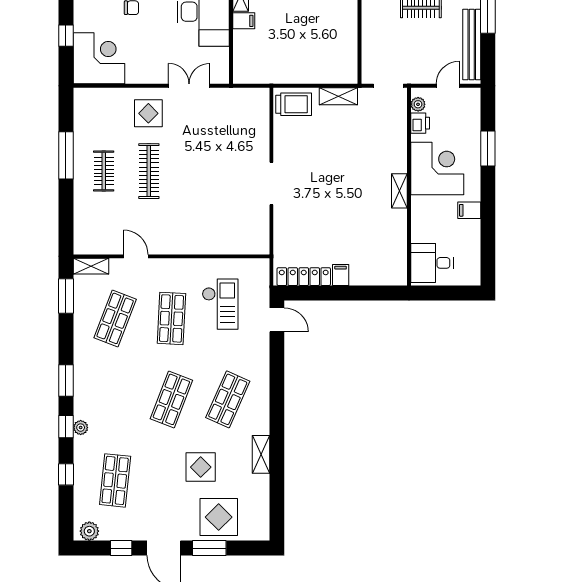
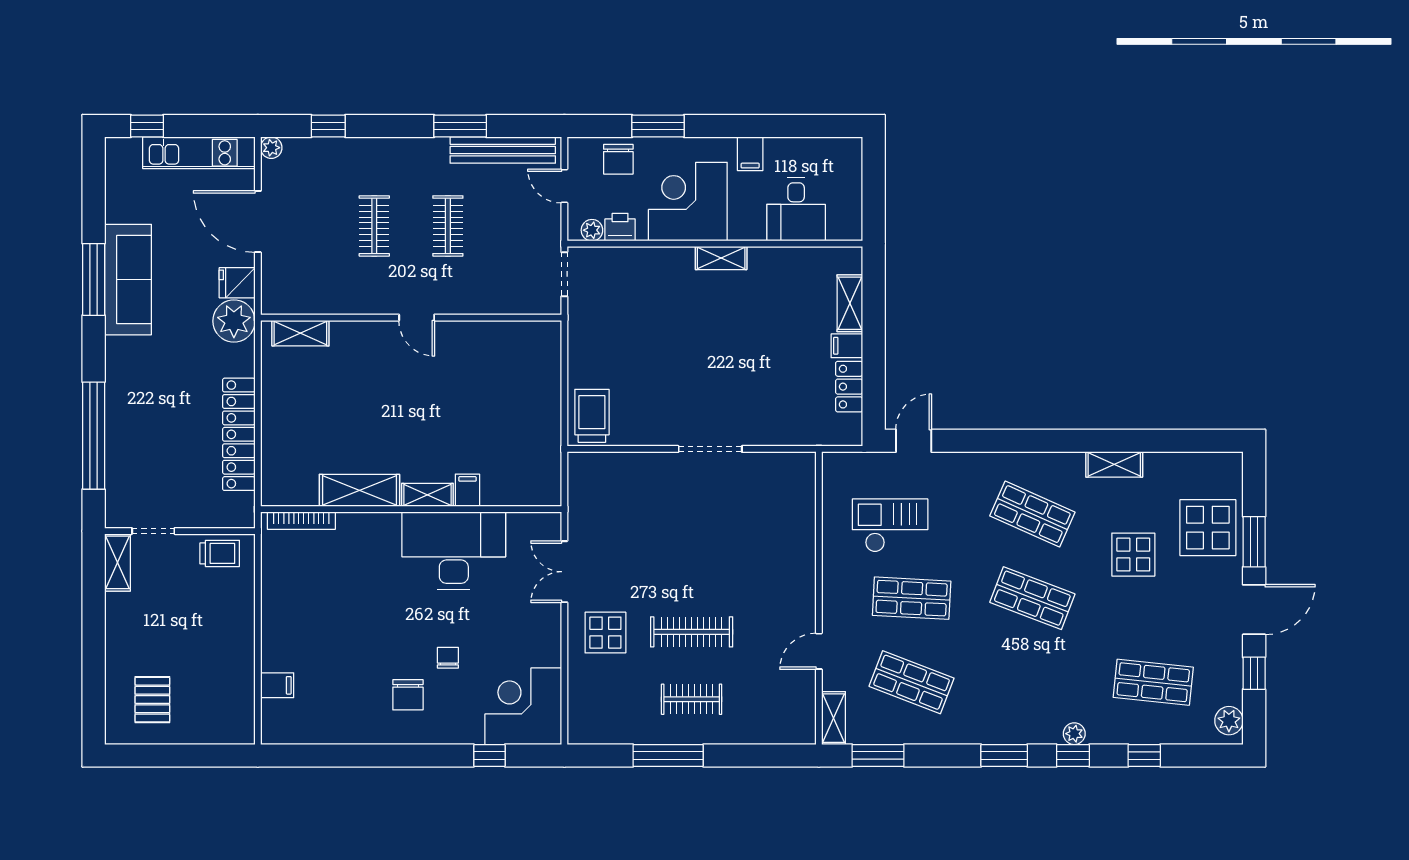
shelving: (338, 96) -> (850, 303), moved
chair: (466, 122) -> (618, 159), added
desk: (432, 263) -> (796, 209), moved
locker: (304, 277) -> (849, 387), width x0.66

